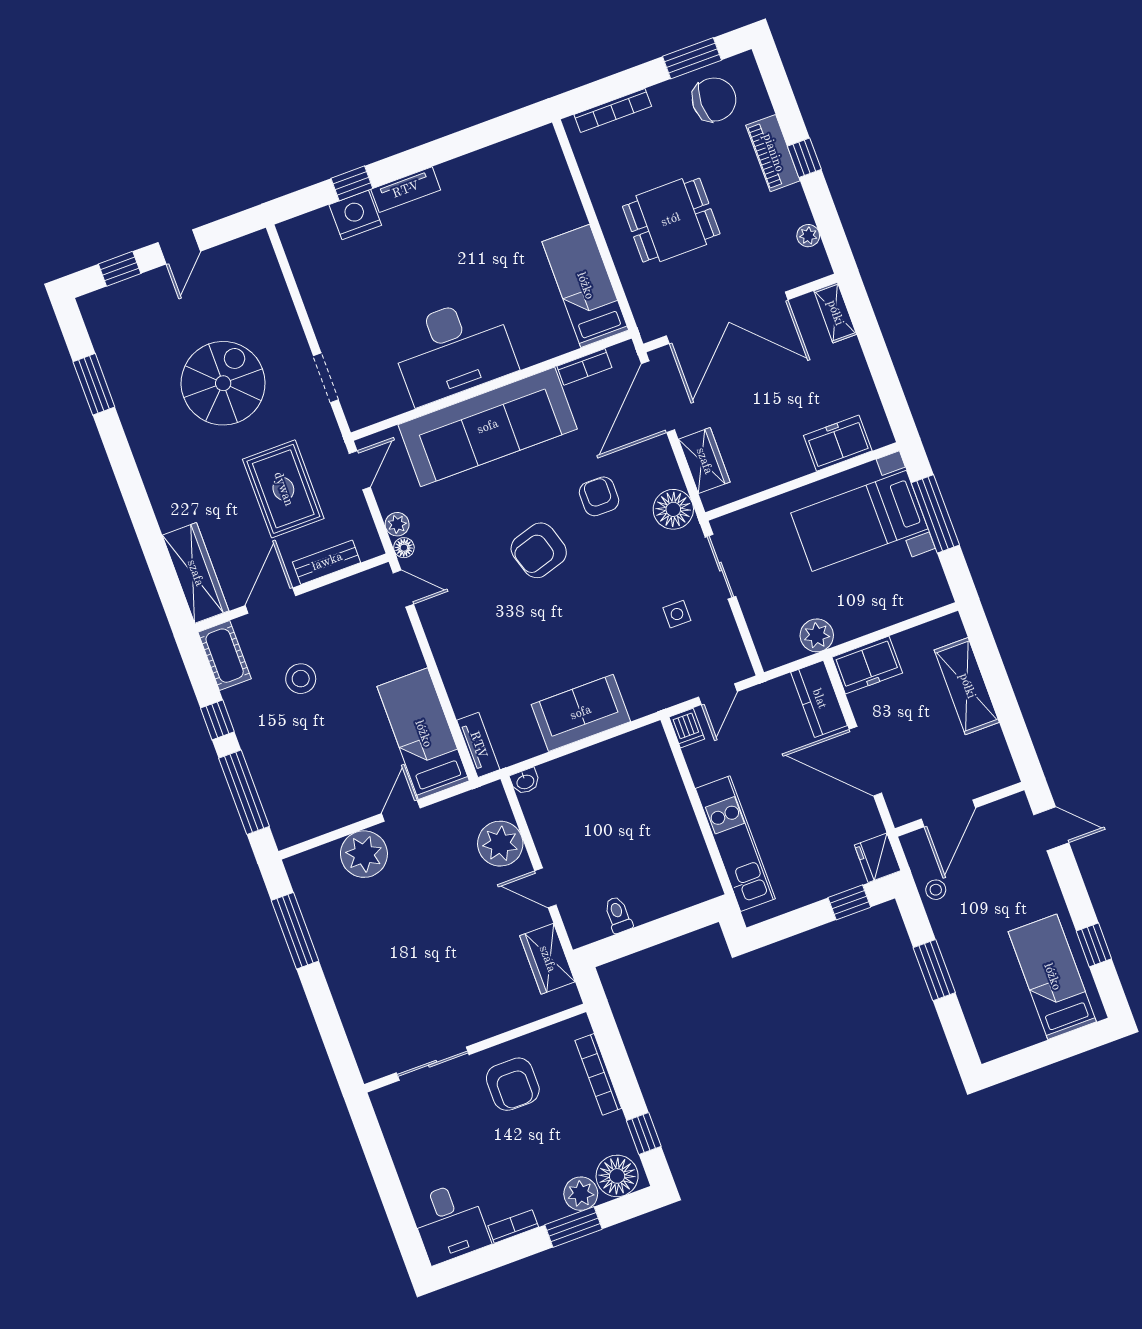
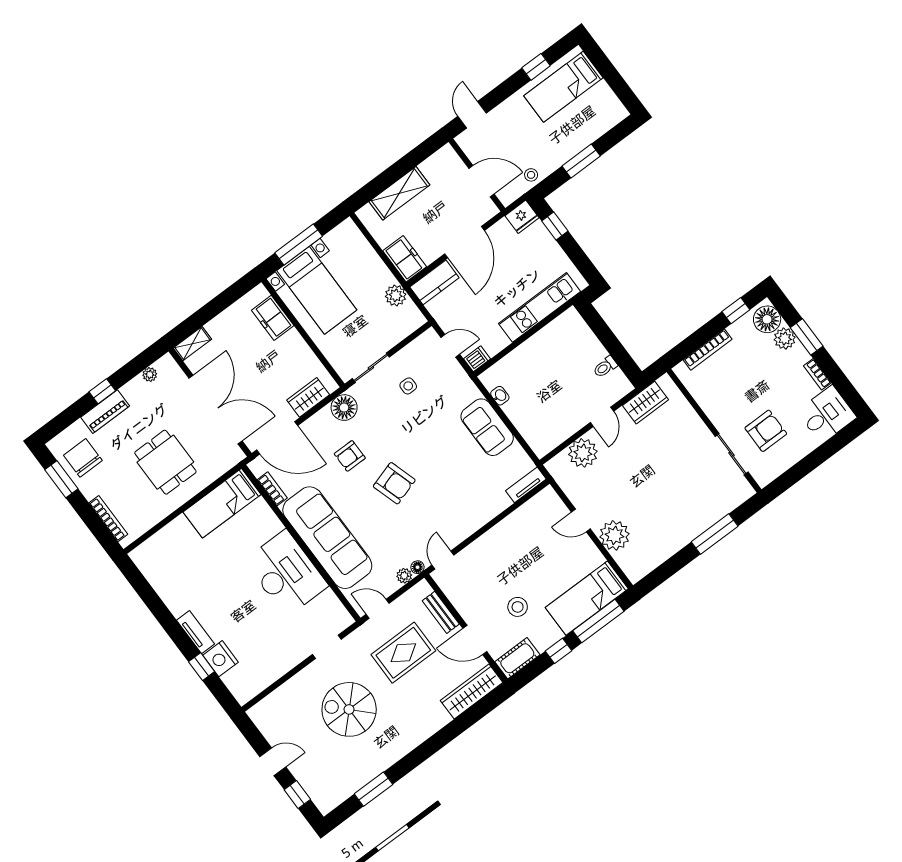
bed: (423, 734) -> (587, 598), moved
washbasin: (525, 781) -> (500, 396), moved
window: (295, 931) -> (715, 534), moved
armchair: (513, 1084) -> (766, 431), moved

